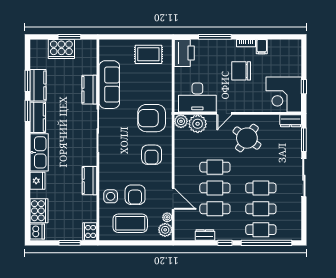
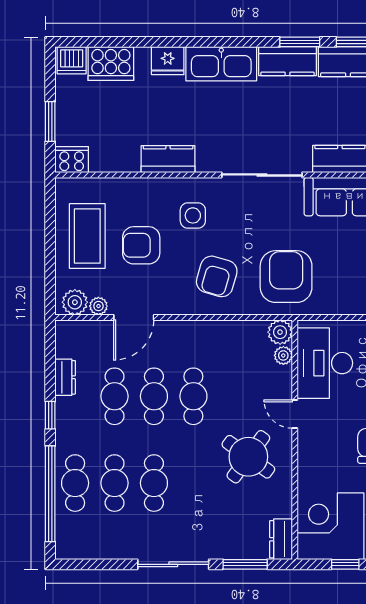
plant: (198, 124) -> (283, 355), width x0.53, depth x0.53
armchair: (152, 155) -> (217, 276), turned -74
side table: (111, 196) -> (193, 215), moved

